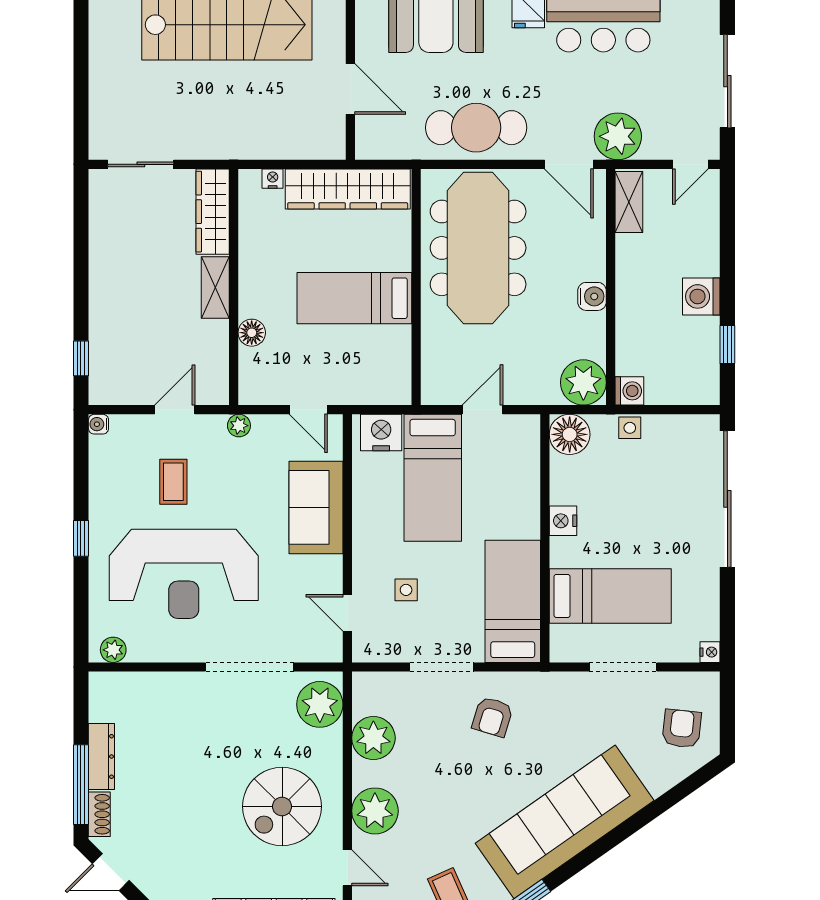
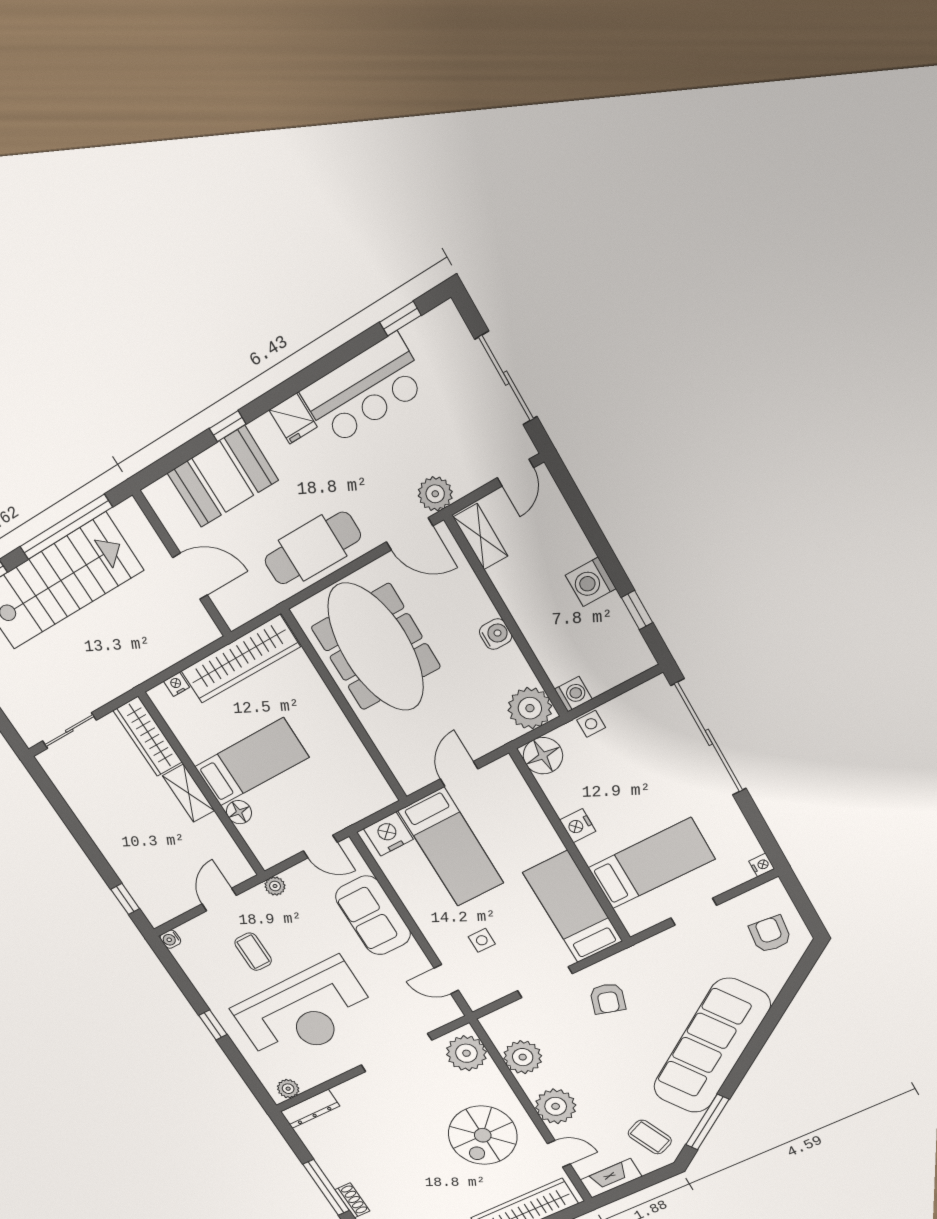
plant: (618, 136) -> (435, 494), width x0.73, depth x0.73
bed: (354, 298) -> (252, 762), moved, turned 180
doorway: (623, 667) -> (694, 912), width x0.73
dresser: (101, 756) -> (310, 1109), moved, turned 90

